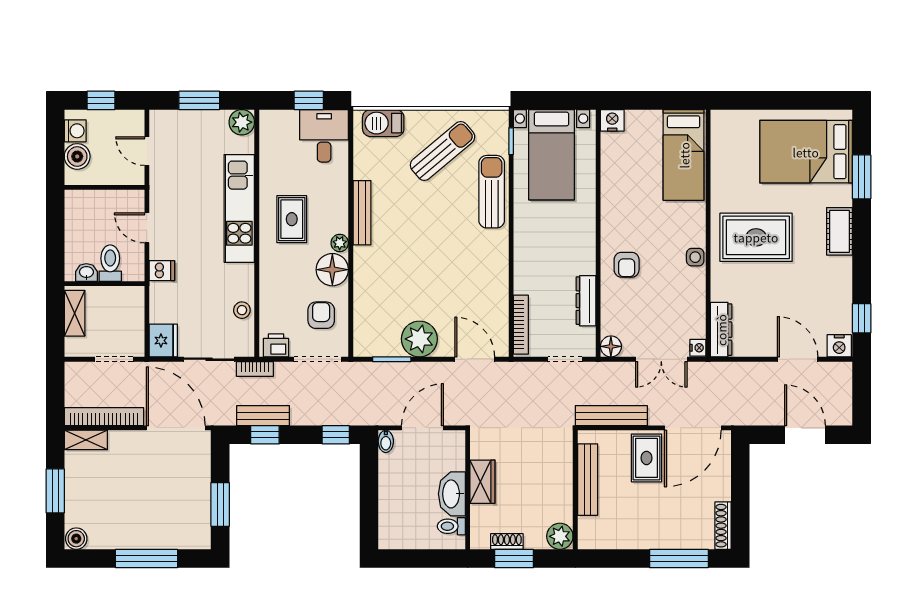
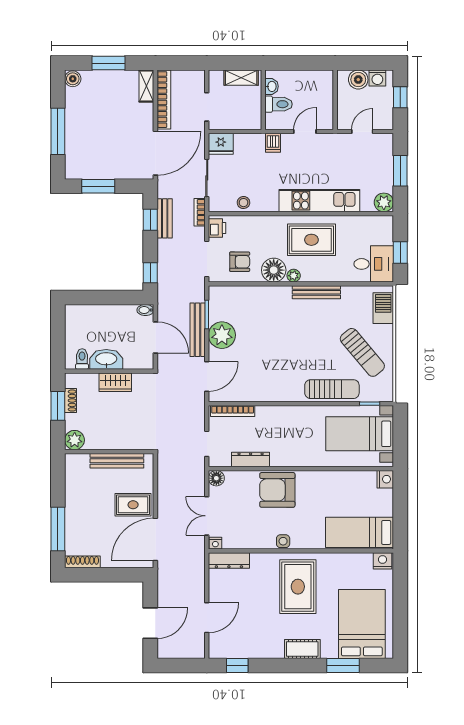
rug: (292, 219) -> (311, 240), width x1.36, depth x1.43
armchair: (627, 265) -> (277, 490), width x1.88, depth x1.88
nightstand: (839, 346) -> (382, 561), moved, turned 90
bench: (611, 416) -> (198, 330), moved
door: (693, 428) -> (155, 539), hinge flipped

